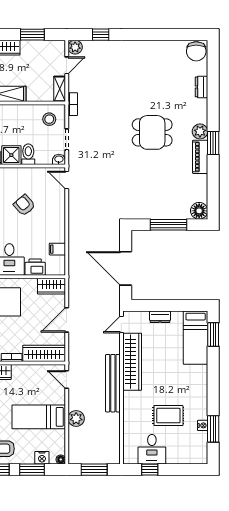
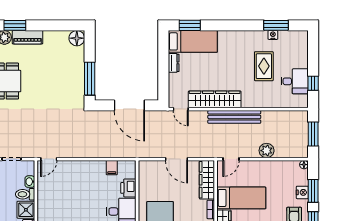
washbasin: (59, 159) -> (30, 182), moved
armchair: (24, 205) -> (72, 198), removed
window: (168, 225) -> (90, 79), moved
door: (126, 268) -> (129, 105), hinge flipped
wardrobe: (51, 286) -> (146, 173), removed
dresser: (160, 317) -> (174, 63), moved
bed: (39, 417) -> (241, 198), moved, turned -90
nightstand: (42, 458) -> (302, 192), moved

